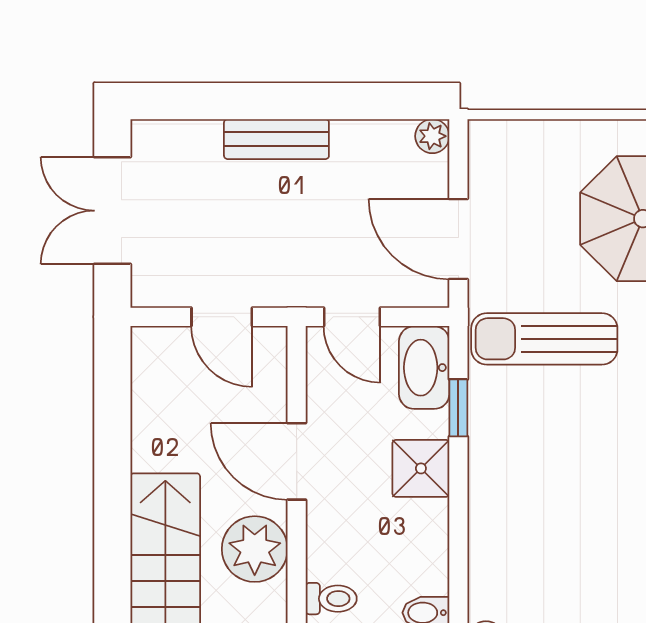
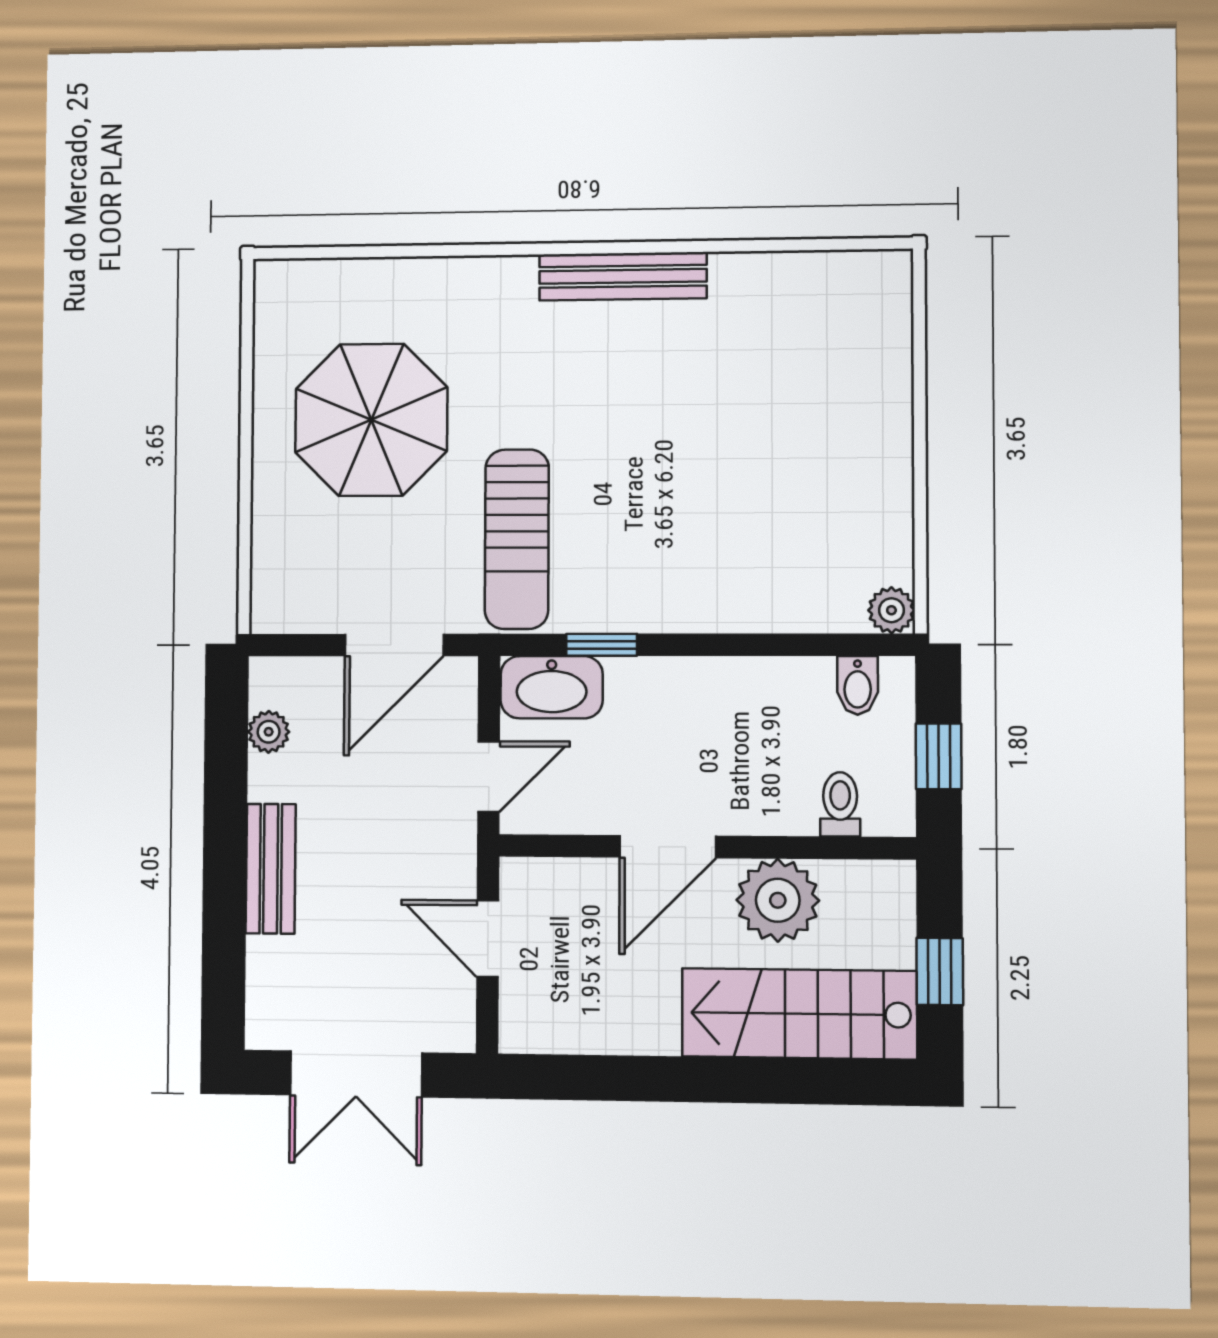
plant: (432, 136) -> (269, 732), moved
door: (222, 317) -> (488, 939), swing flipped
shower: (421, 468) -> (677, 691), removed

